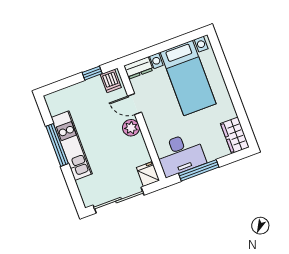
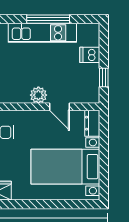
dishwasher: (111, 81) -> (90, 55), moved
door: (135, 104) -> (60, 107), swing flipped

